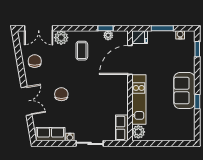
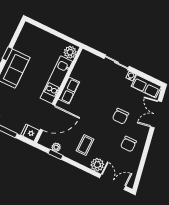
chair: (35, 61) -> (129, 144), moved
double door: (27, 101) -> (156, 114), moved
row of seats: (122, 128) -> (69, 91), moved

